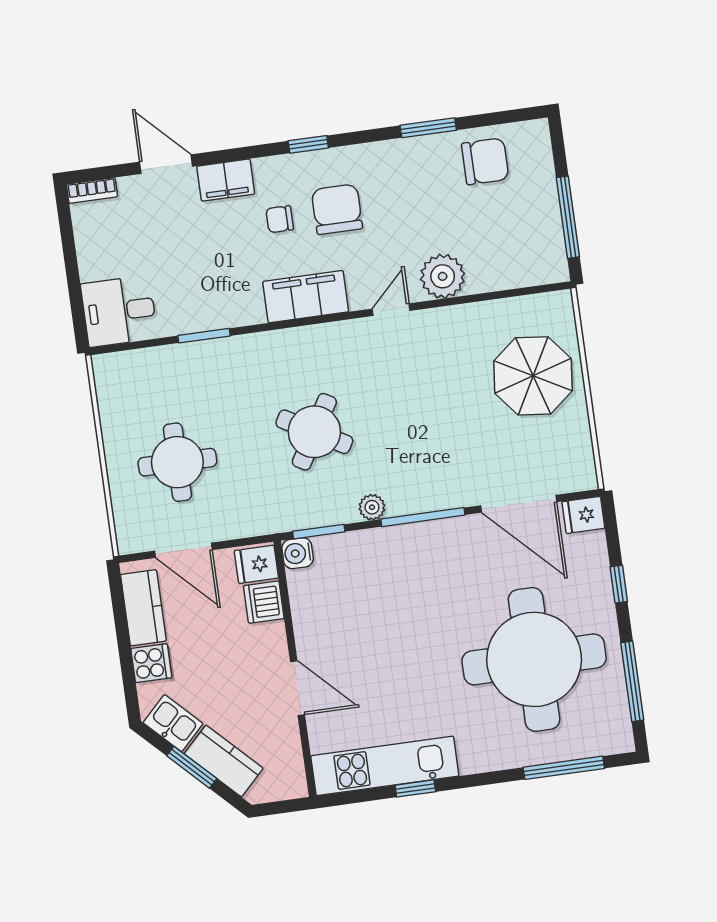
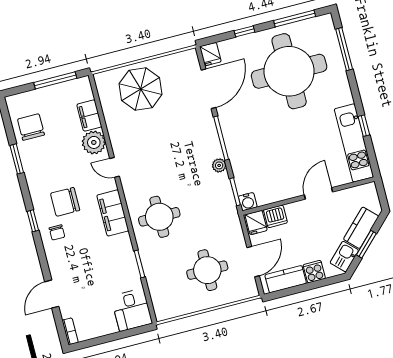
filing cabinet: (226, 180) -> (89, 115), moved, turned 180
chair: (280, 219) -> (57, 232), moved
round table: (314, 432) -> (159, 217), moved, turned -30

